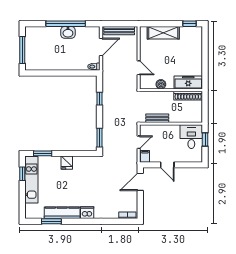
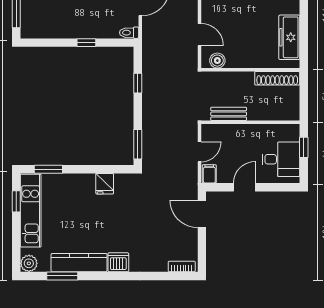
window: (67, 73) -> (86, 43), added
freezer: (188, 83) -> (289, 37), moved, turned -90
boiler: (161, 84) -> (217, 61), moved
desk: (191, 137) -> (281, 159), moved, turned 90
fridge: (67, 163) -> (105, 184), moved
door: (167, 165) -> (244, 187), swing flipped
door: (140, 182) -> (202, 214), hinge flipped
plant: (30, 213) -> (29, 263), added

